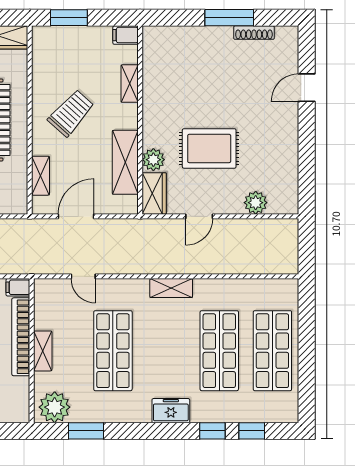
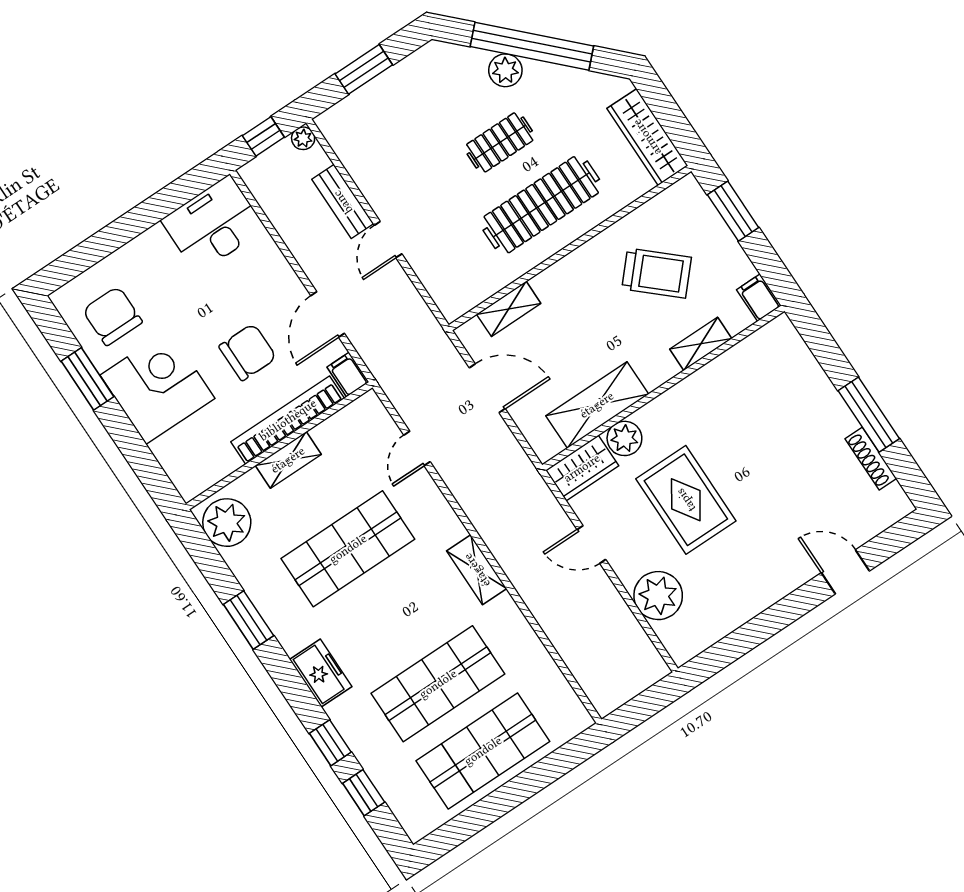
trolley: (71, 113) -> (657, 273), moved
plant: (256, 203) -> (658, 596), width x1.36, depth x1.36
window: (86, 431) -> (248, 620), moved

